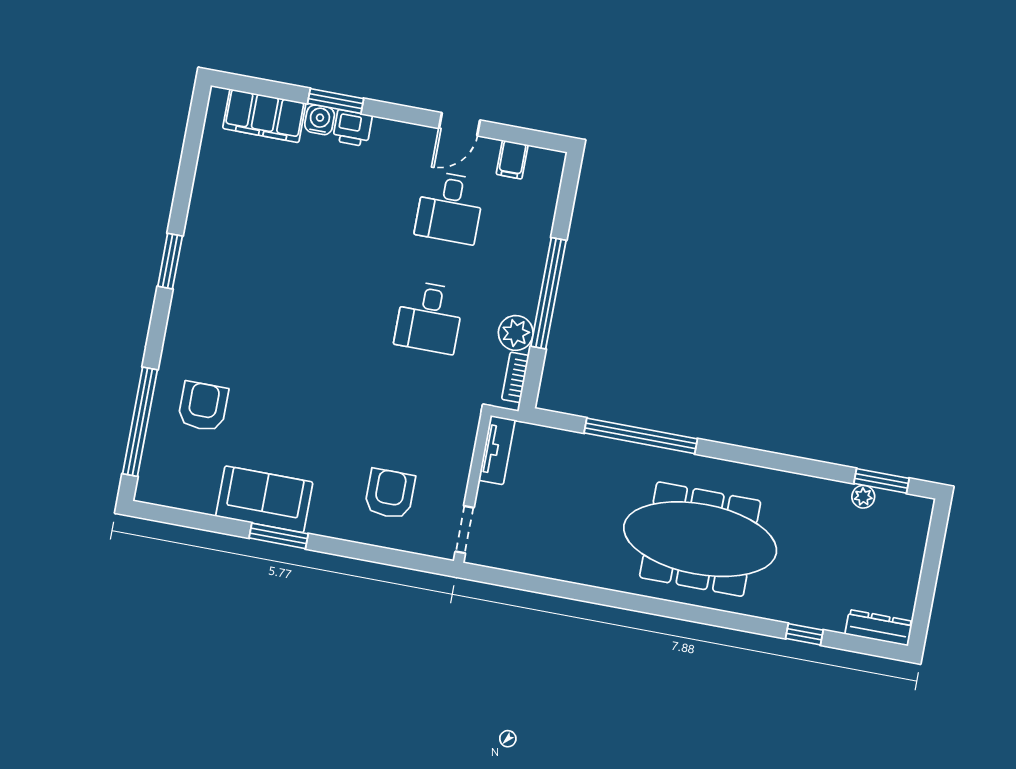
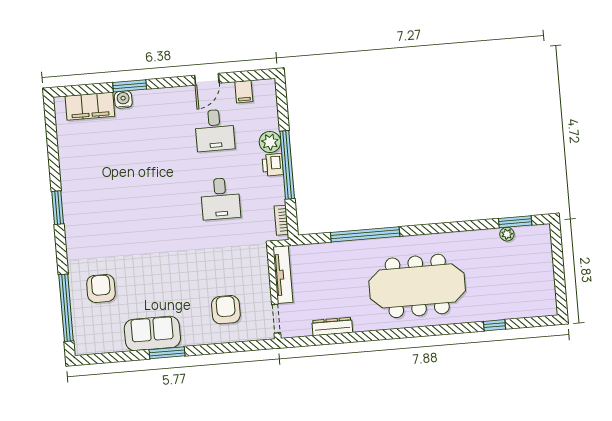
printer: (352, 128) -> (273, 165), moved, turned 90
plant: (516, 333) -> (270, 142), moved
tv unit: (497, 450) -> (283, 275), width x1.41
dresser: (879, 628) -> (332, 326), moved

